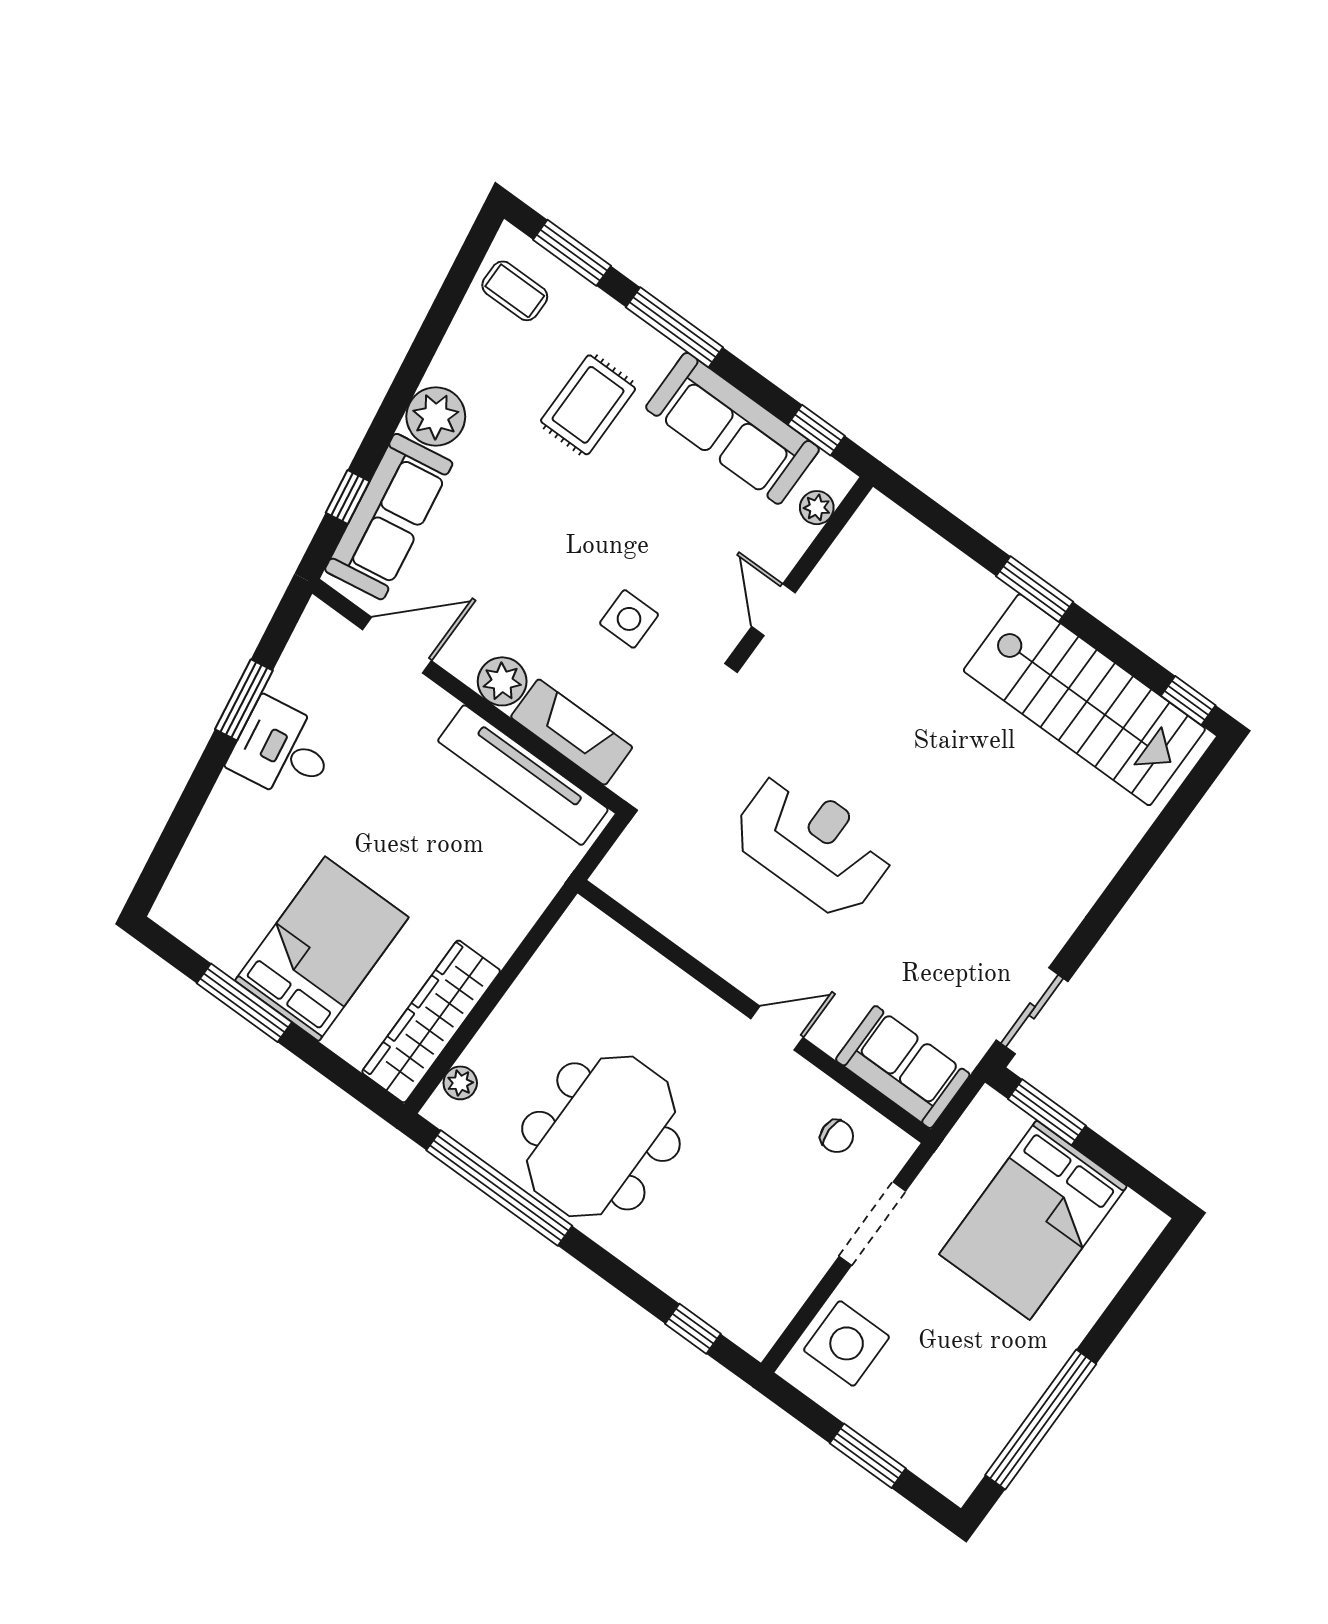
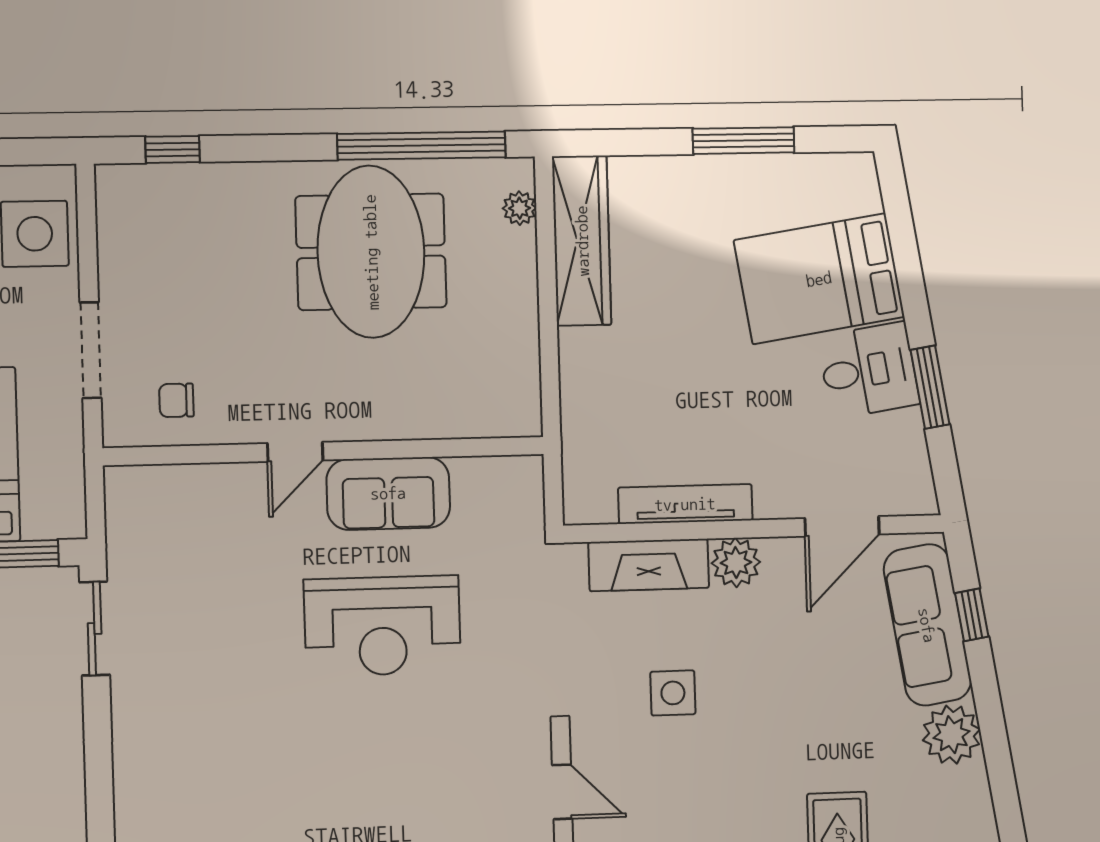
tv unit: (523, 775) -> (685, 504), width x0.73, depth x0.78
bed: (322, 949) -> (819, 279), moved, turned 81
sofa: (903, 1067) -> (388, 493), moved

